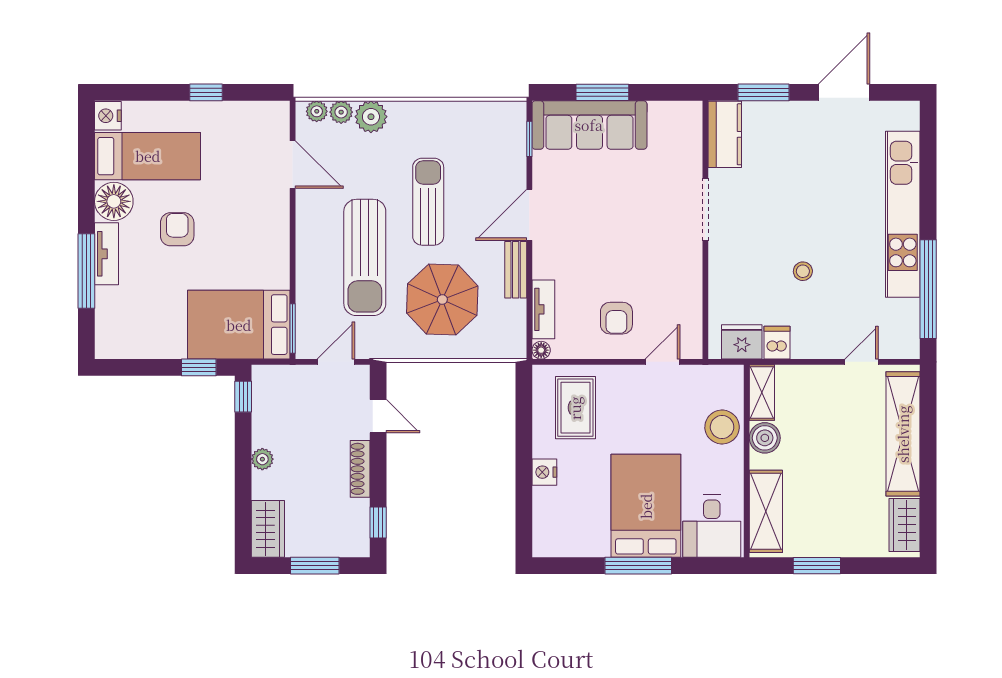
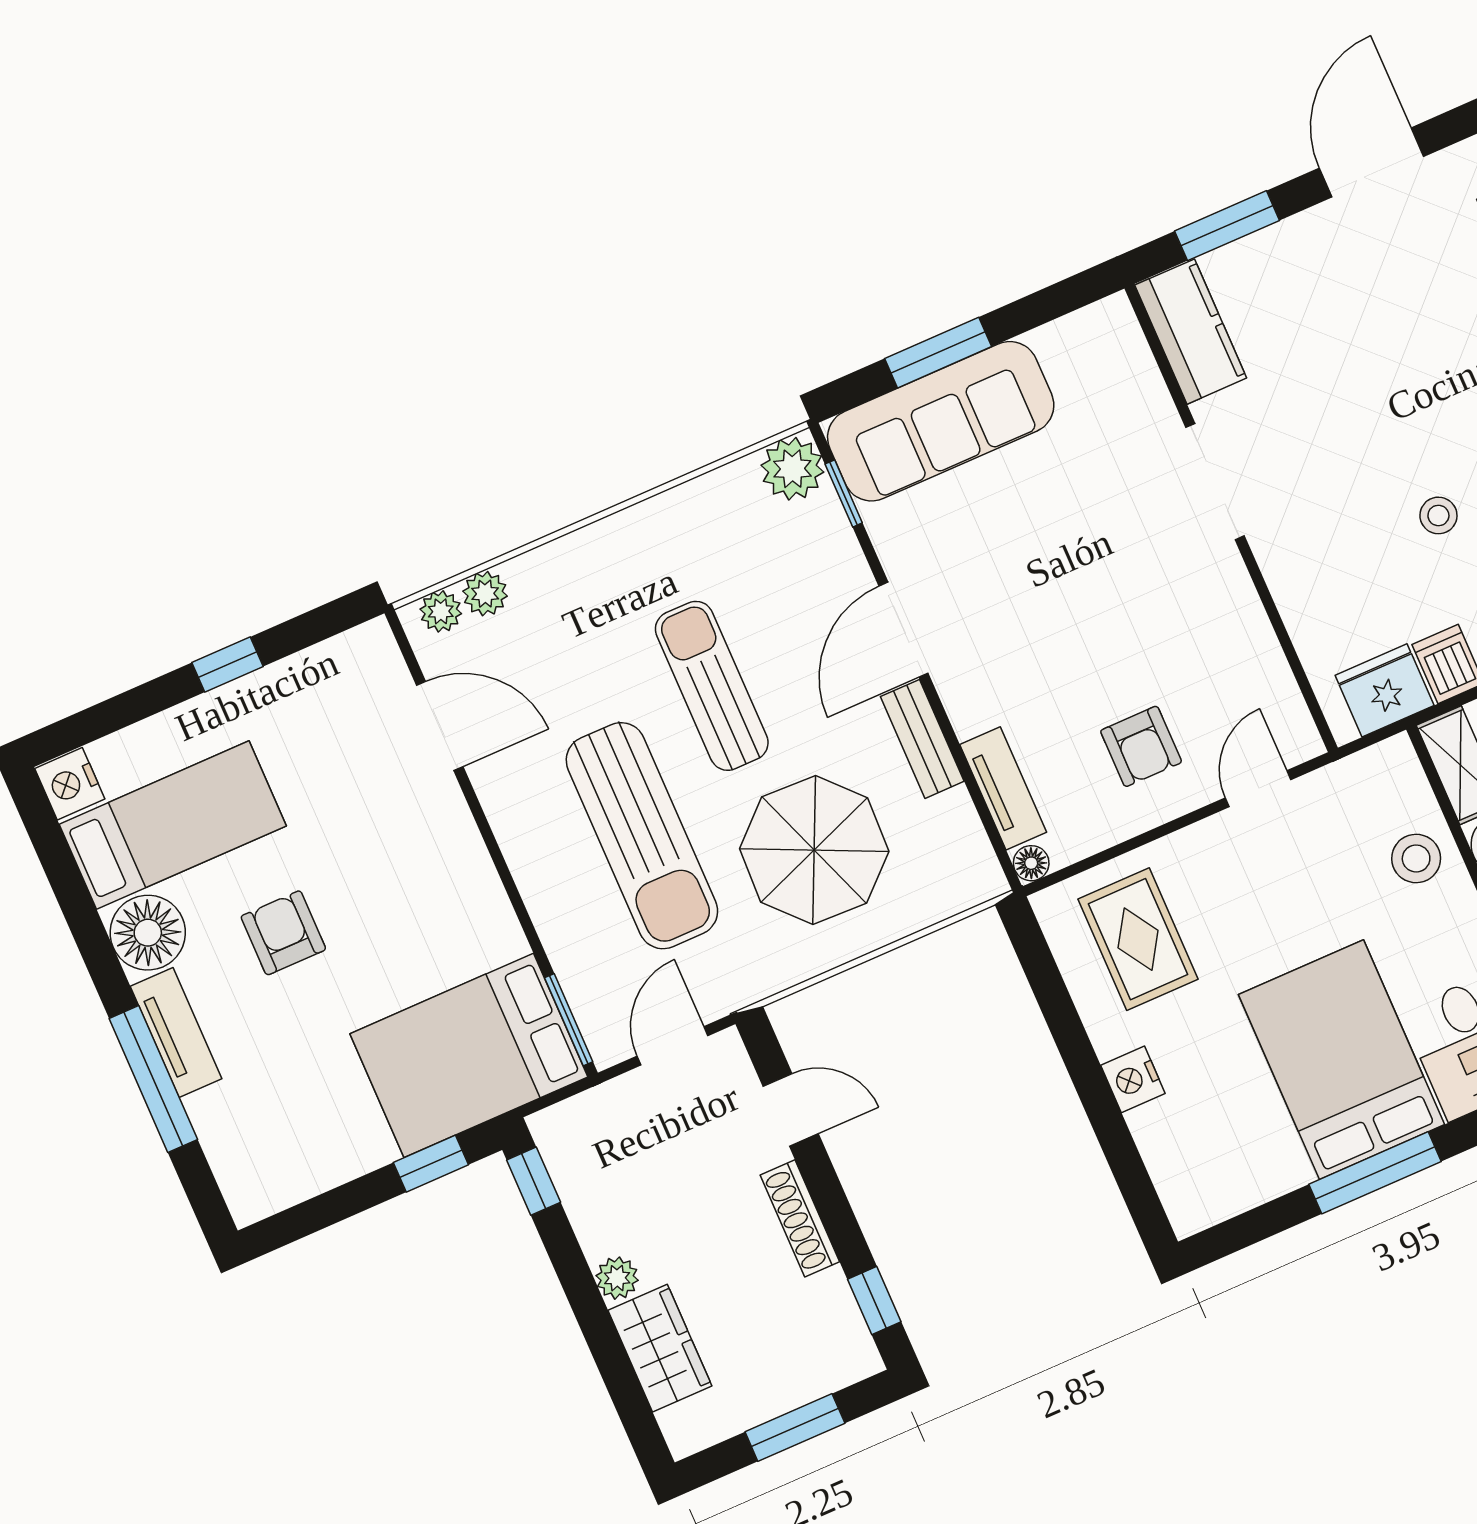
plant: (371, 117) -> (792, 469), moved
stool: (722, 427) -> (1416, 858), width x0.73, depth x0.73
wardrobe: (268, 529) -> (660, 1348), moved

